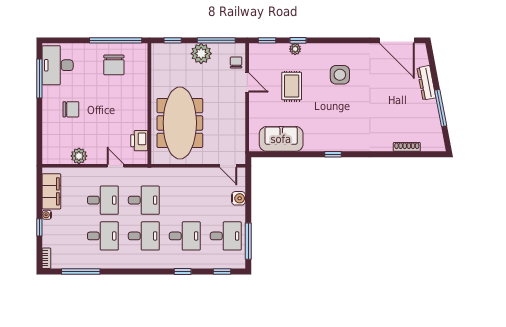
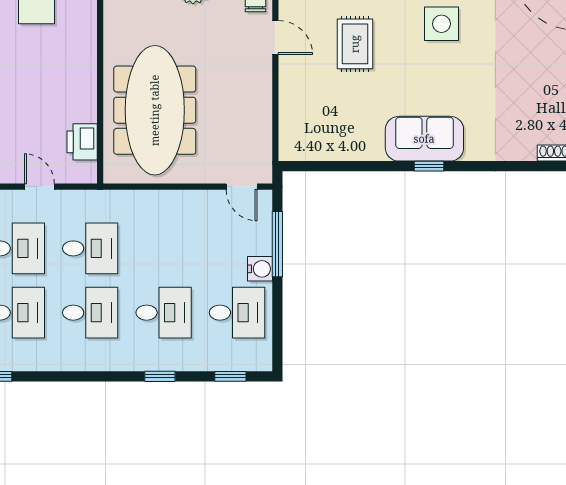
sofa: (281, 139) -> (424, 139), moved
water cooler: (239, 198) -> (260, 269), moved
window: (248, 241) -> (277, 244), moved

